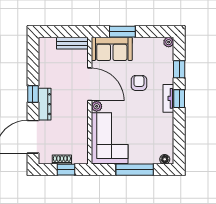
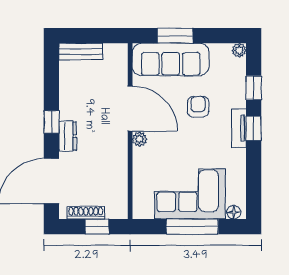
bench: (72, 43) -> (81, 52), moved
sofa: (112, 49) -> (171, 60), width x1.36
dresser: (45, 104) -> (68, 136), width x0.70
corner sofa: (110, 138) -> (190, 194), moved, turned -90
shoe rack: (62, 160) -> (86, 213), width x1.43

